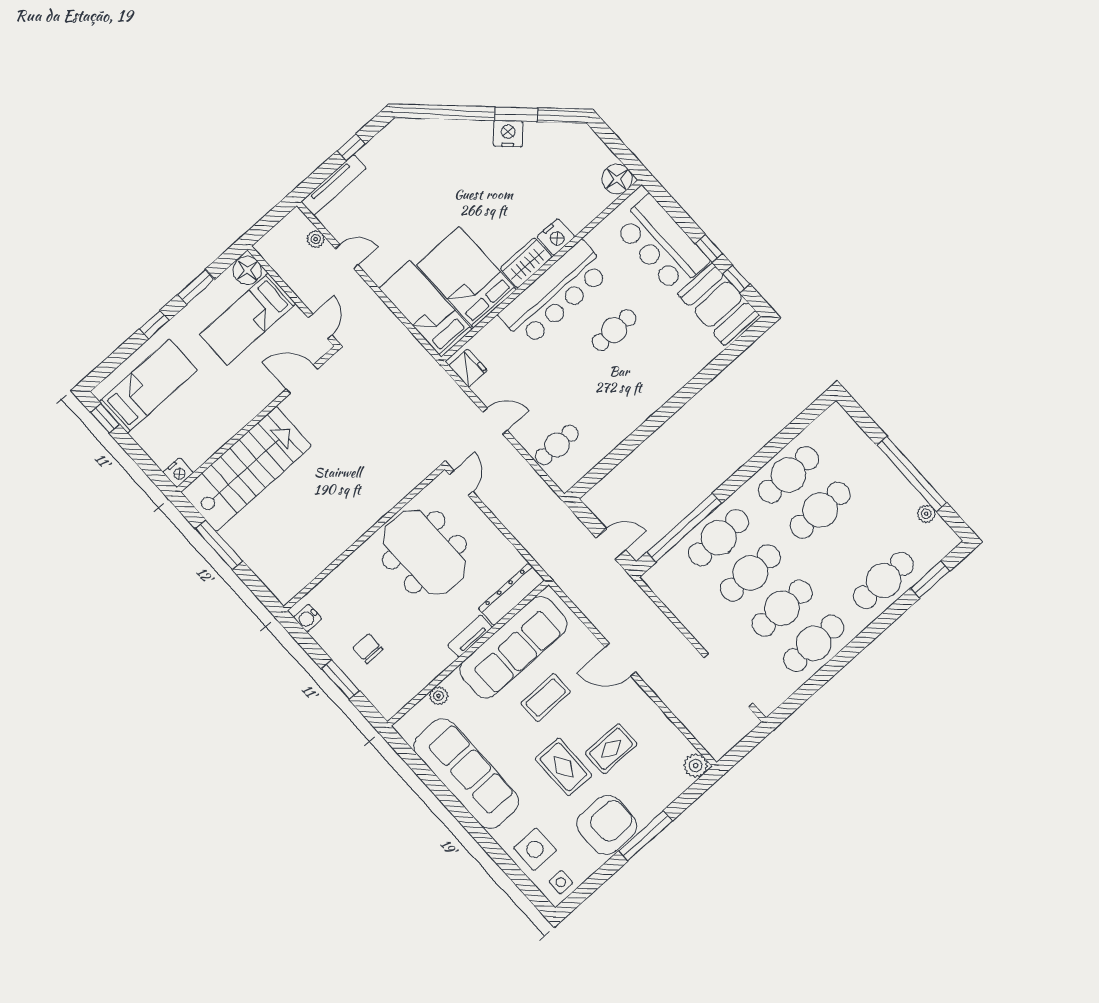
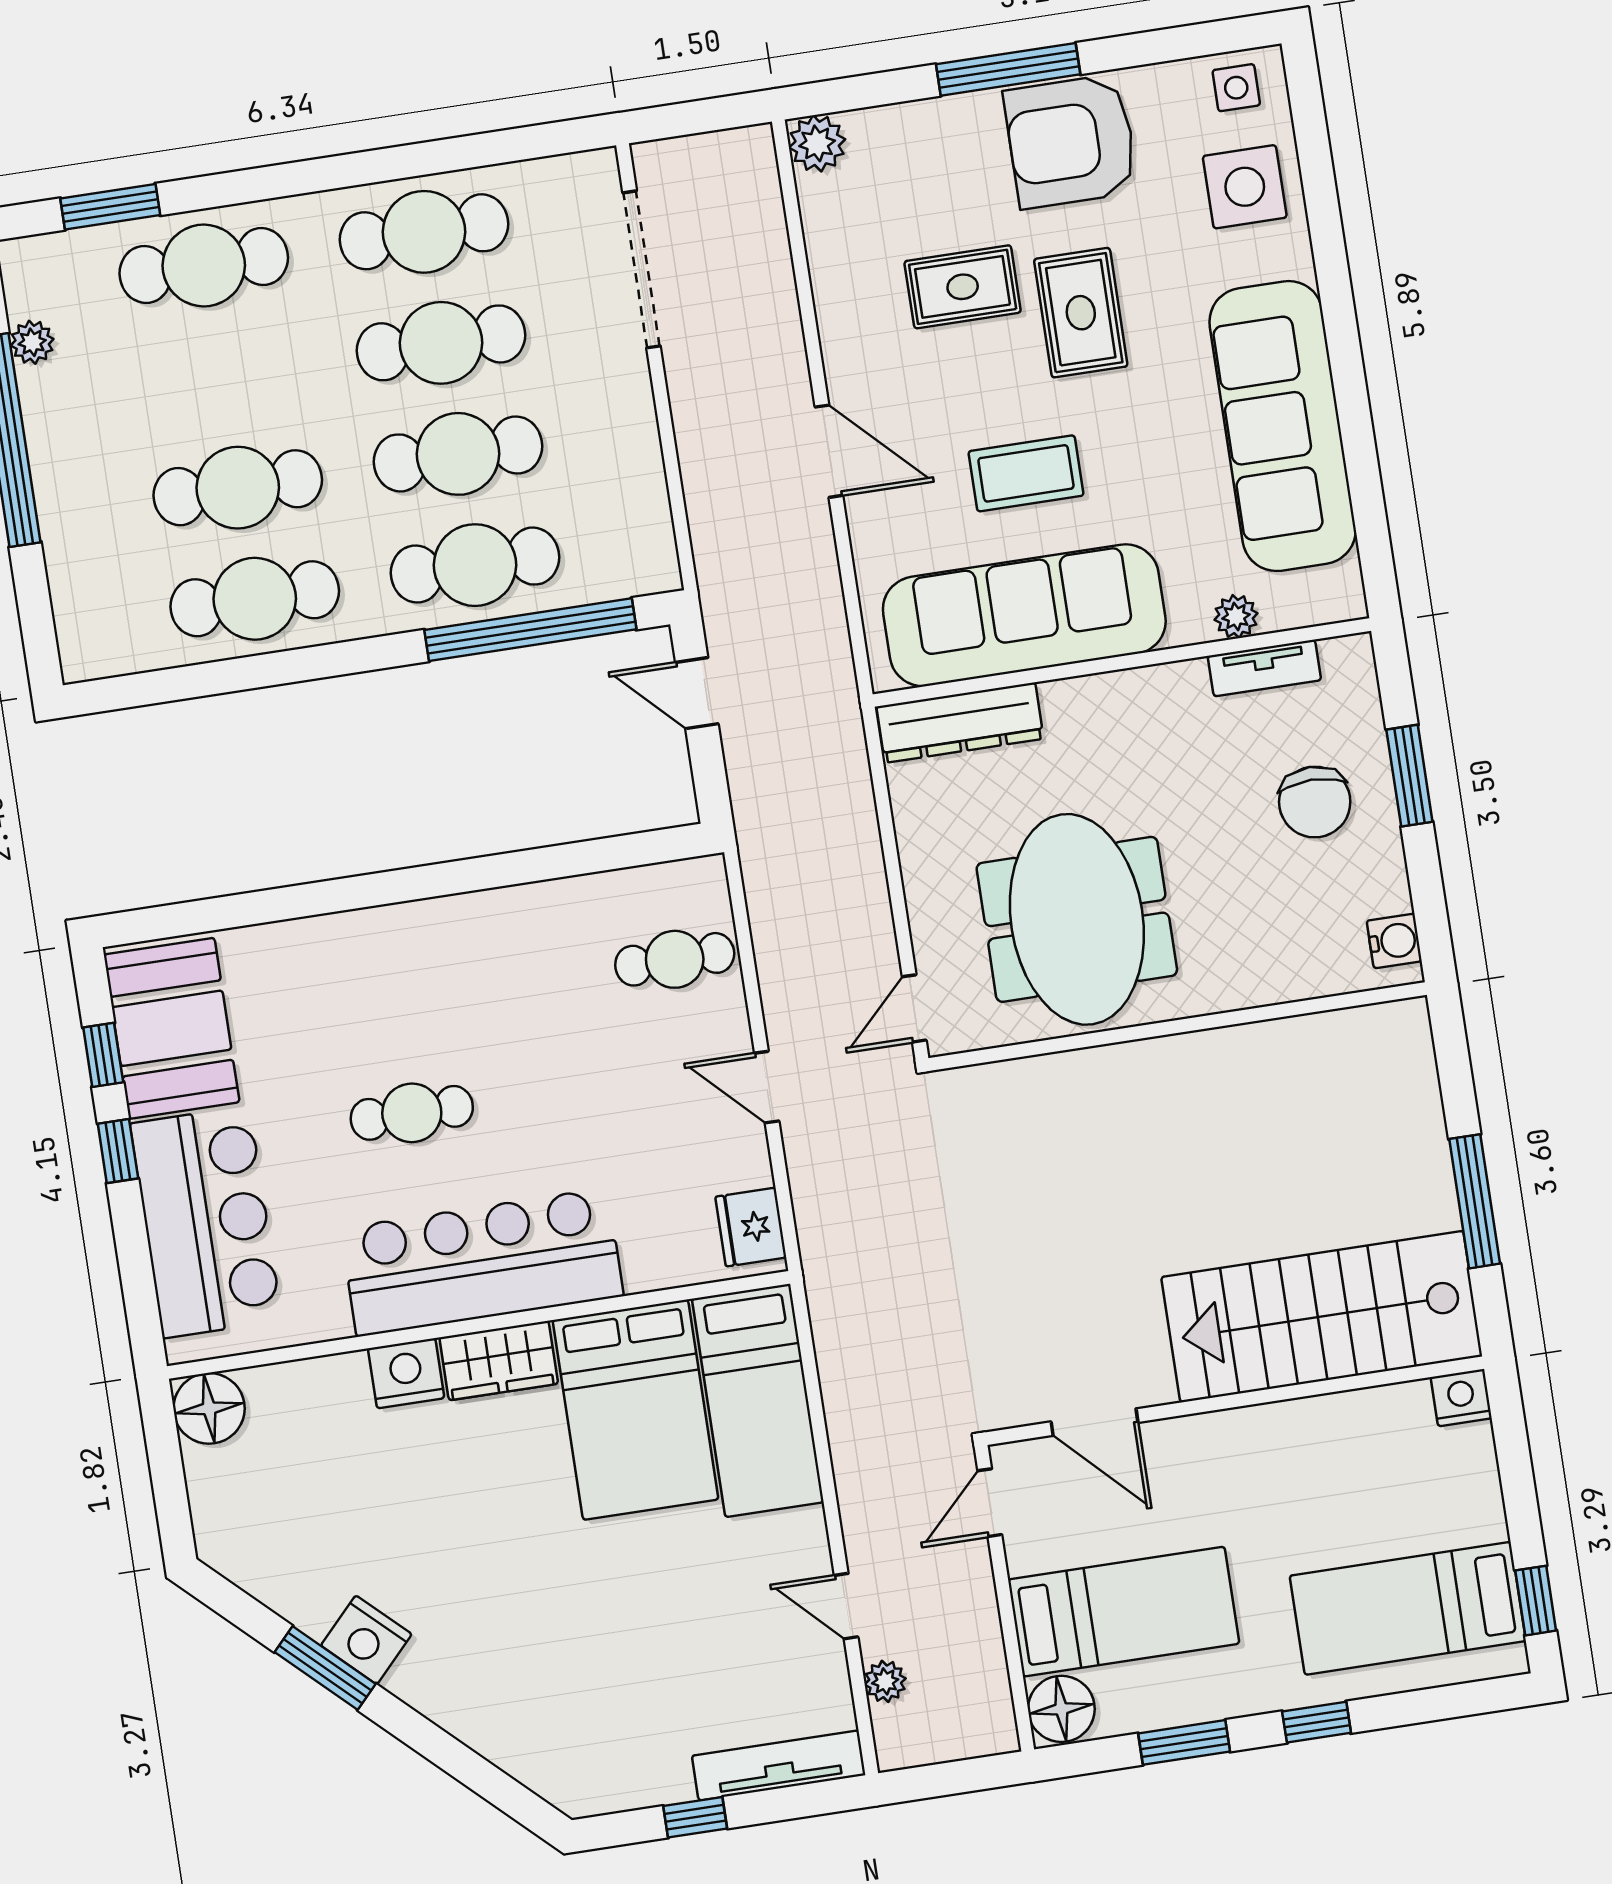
tv unit: (470, 636) -> (1264, 668), moved
chair: (368, 649) -> (1315, 802), width x1.37, depth x1.37

